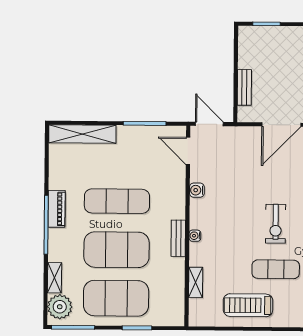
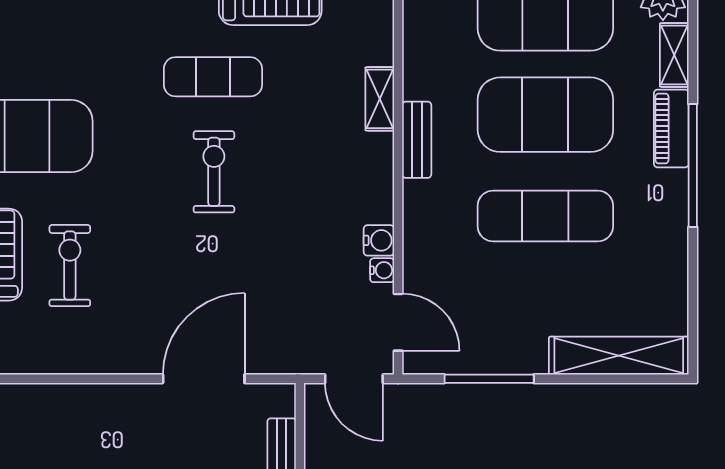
piano: (57, 209) -> (671, 128), moved
water cooler: (195, 236) -> (382, 270), moved
shelving: (196, 282) -> (380, 99), moved

